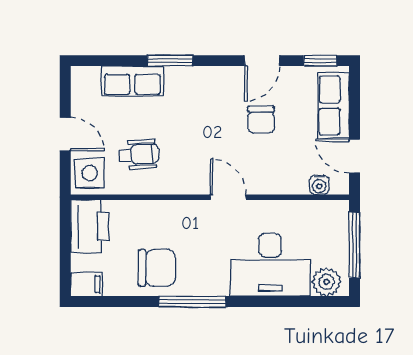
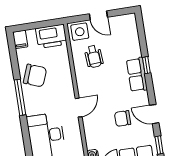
window: (170, 61) -> (146, 65), width x0.67
row of seats: (132, 81) -> (137, 75), moved
door: (65, 134) -> (98, 15), hinge flipped
chair: (157, 268) -> (35, 76), turned -69

